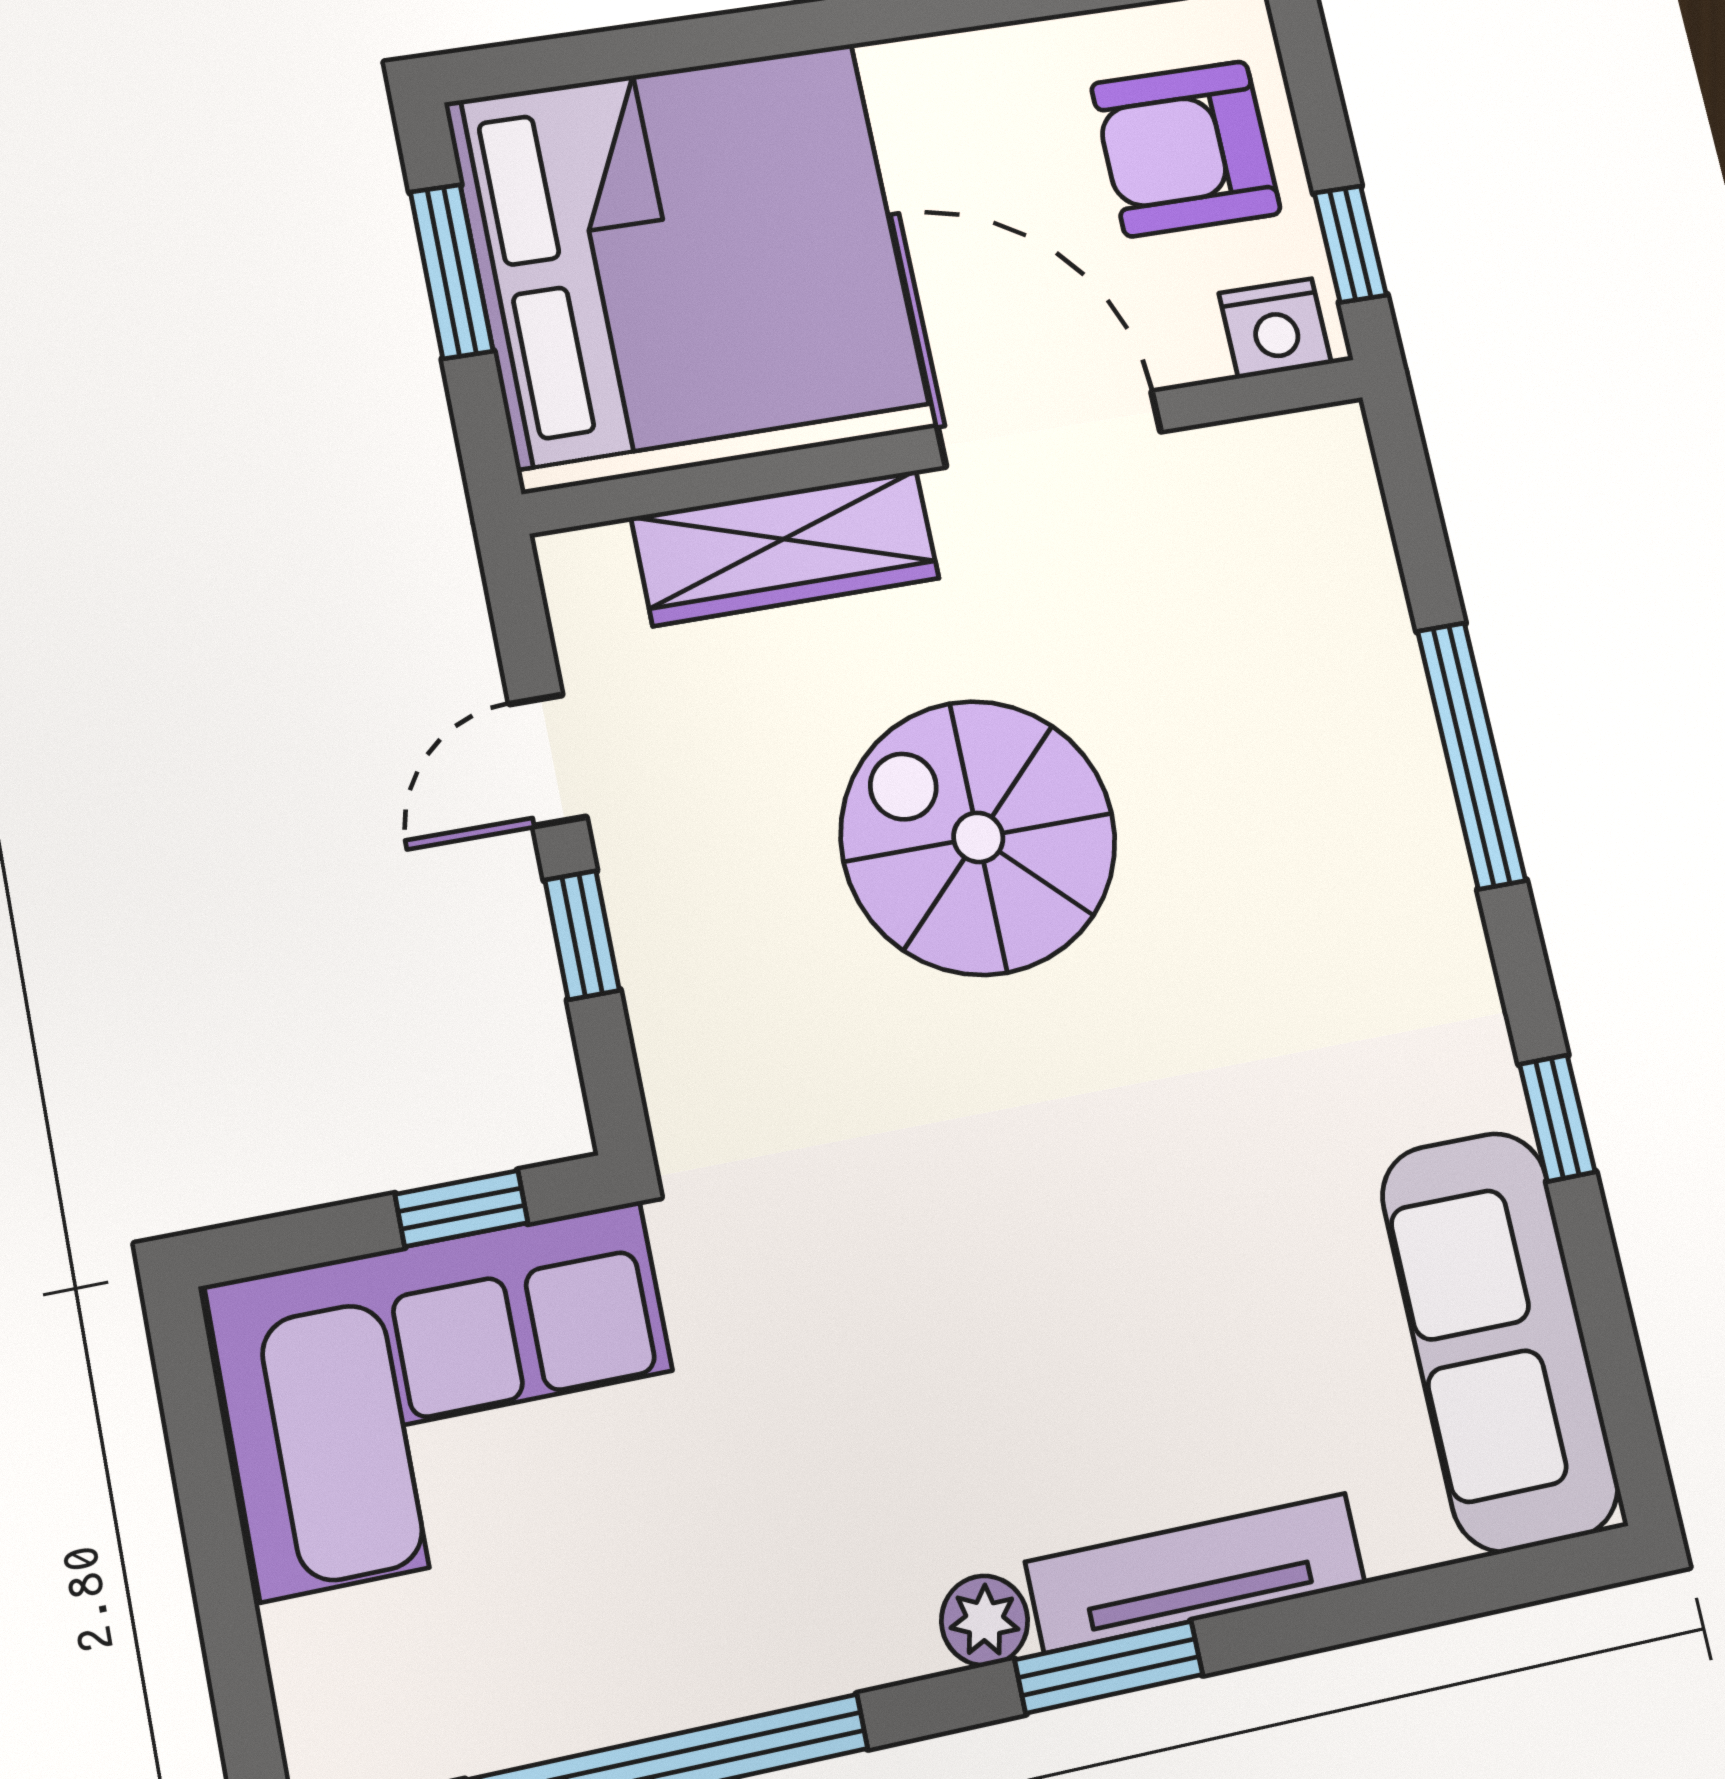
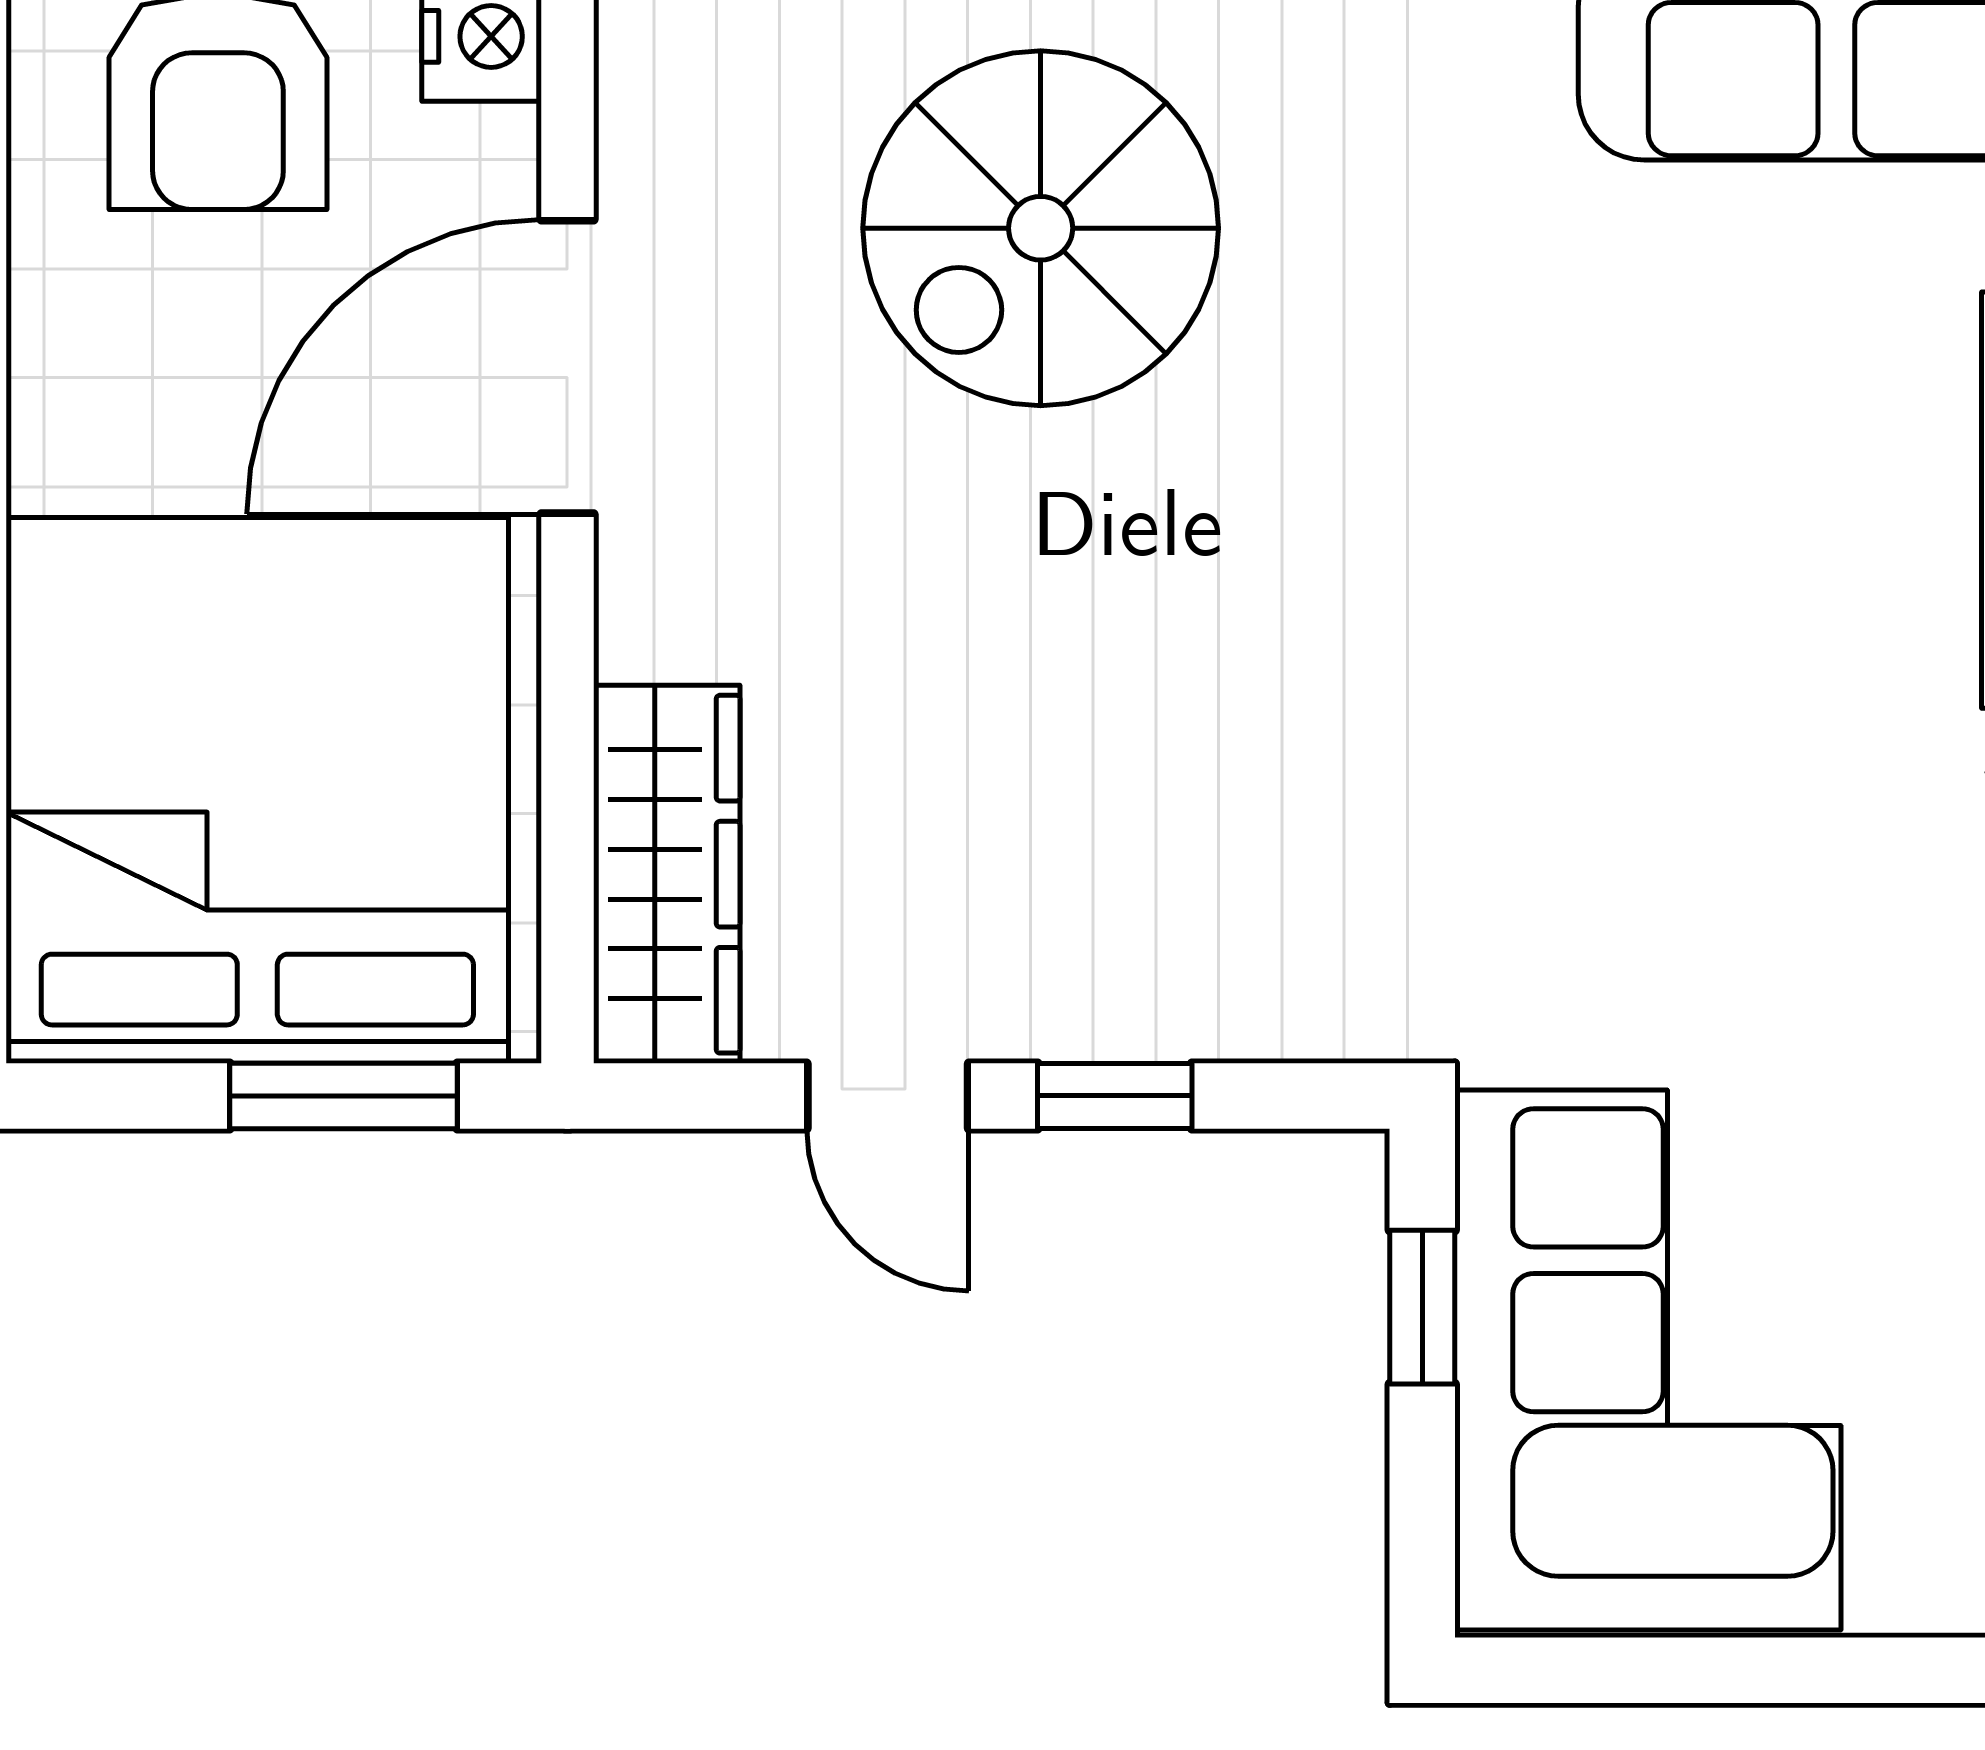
window: (452, 271) -> (344, 1096), moved
wardrobe: (785, 548) -> (667, 874), moved
spiral stairs: (978, 837) -> (1041, 228), moved

